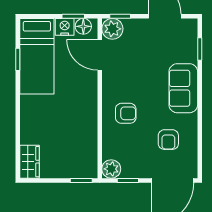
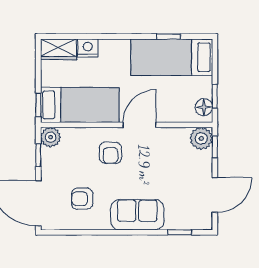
nightstand: (65, 27) -> (88, 48), moved, turned -90
door: (100, 55) -> (139, 125), moved
bed: (81, 142) -> (80, 105), added

